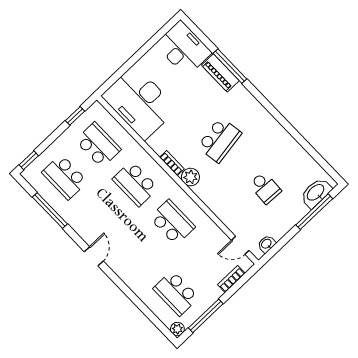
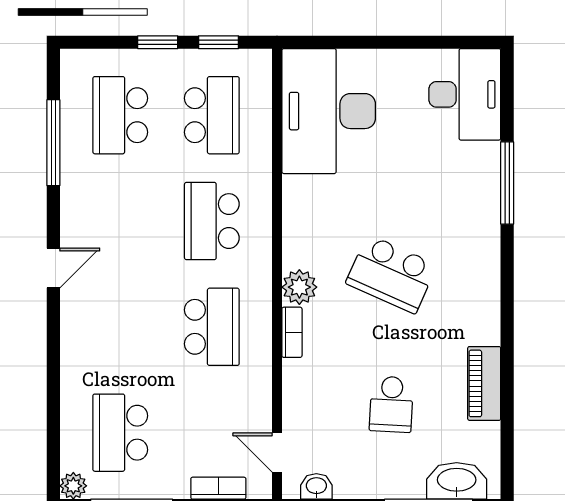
piano: (220, 73) -> (484, 383), moved
school desk: (219, 140) -> (391, 274), turned 33
window: (29, 160) -> (158, 42), moved
bookcase: (172, 163) -> (292, 332), moved

